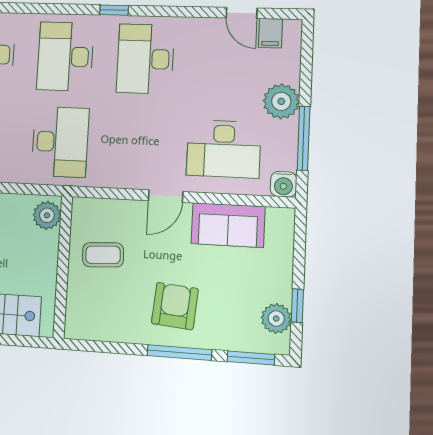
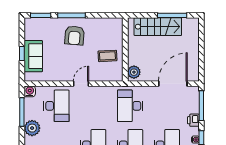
desk: (224, 149) -> (56, 106), turned 90
sofa: (228, 225) -> (33, 56), moved, turned 90
window: (297, 306) -> (22, 54), moved
plant: (276, 318) -> (31, 33), removed

